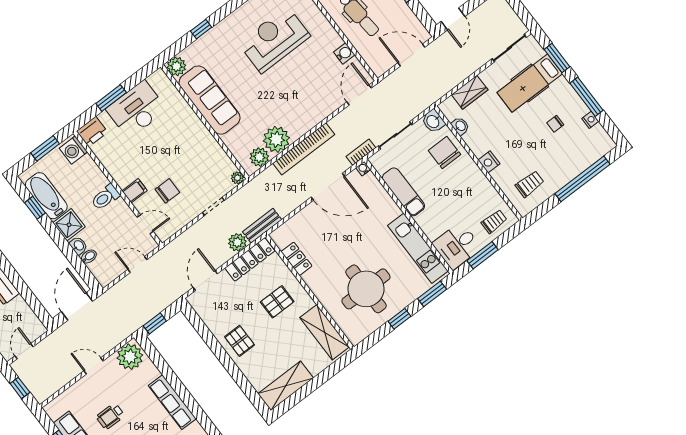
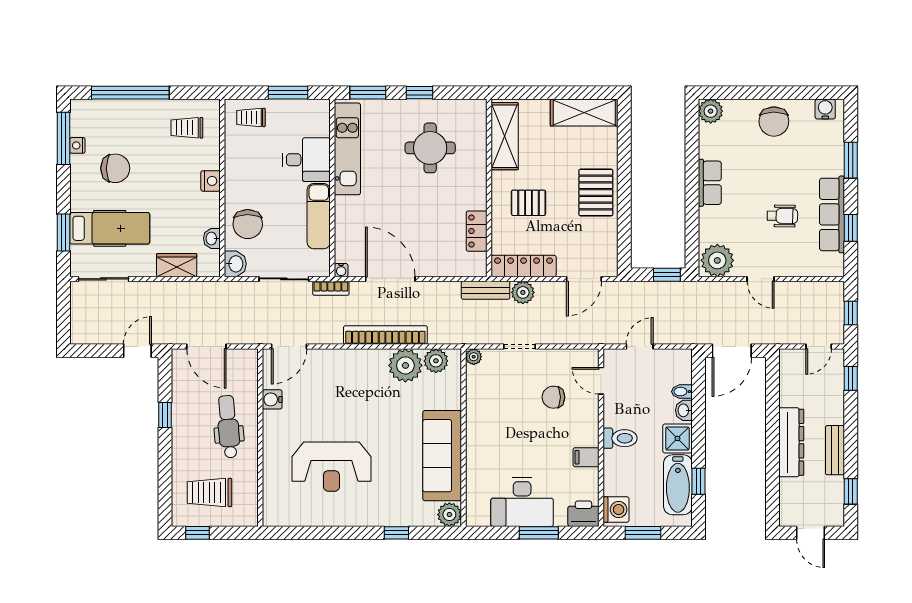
window: (587, 97) -> (64, 138), moved
chair: (555, 124) -> (115, 168), width x1.87, depth x1.87
filing cabinet: (135, 191) -> (586, 457), moved
desk: (457, 246) -> (306, 160), moved
door: (137, 265) -> (640, 347), swing flipped
round table: (366, 289) -> (430, 148), width x0.73, depth x0.73
pallet: (240, 341) -> (596, 193), width x1.50, depth x1.42
row of seats: (172, 402) -> (710, 183), width x0.68

